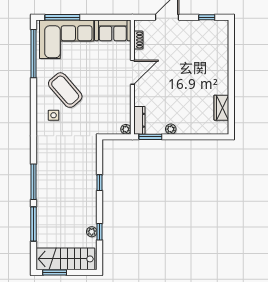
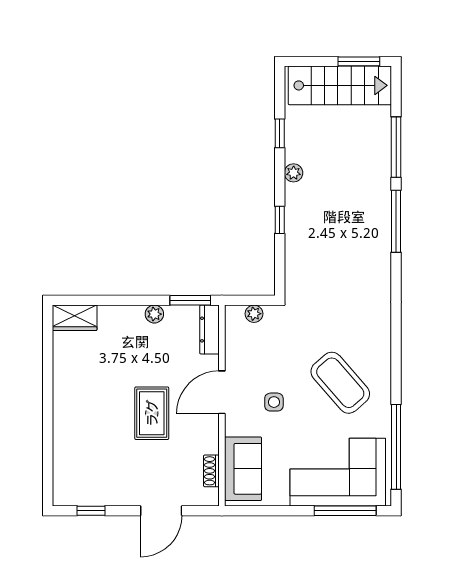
sofa: (113, 30) -> (243, 469), moved, turned 90
door: (132, 72) -> (222, 392), moved
rug: (172, 73) -> (152, 413), added
wardrobe: (221, 108) -> (75, 318), moved, turned 90
side table: (54, 115) -> (274, 402), moved
plant: (126, 129) -> (254, 314), moved
plant: (92, 232) -> (294, 173), moved

